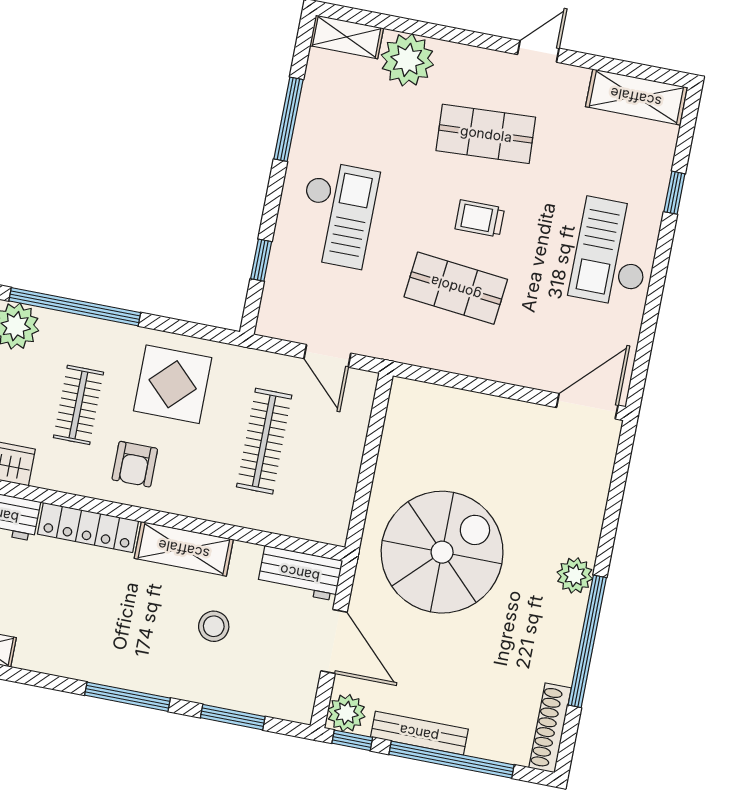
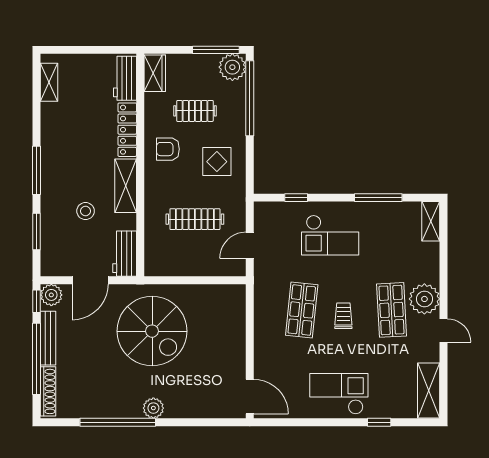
plant: (407, 60) -> (424, 299), moved
display table: (173, 384) -> (217, 162), width x0.73, depth x0.73
shoe rack: (550, 728) -> (48, 391), moved, turned 90

